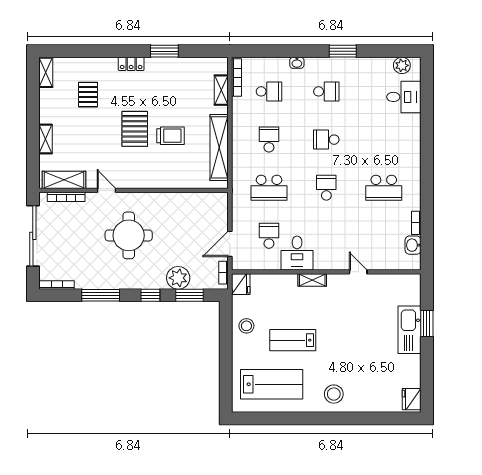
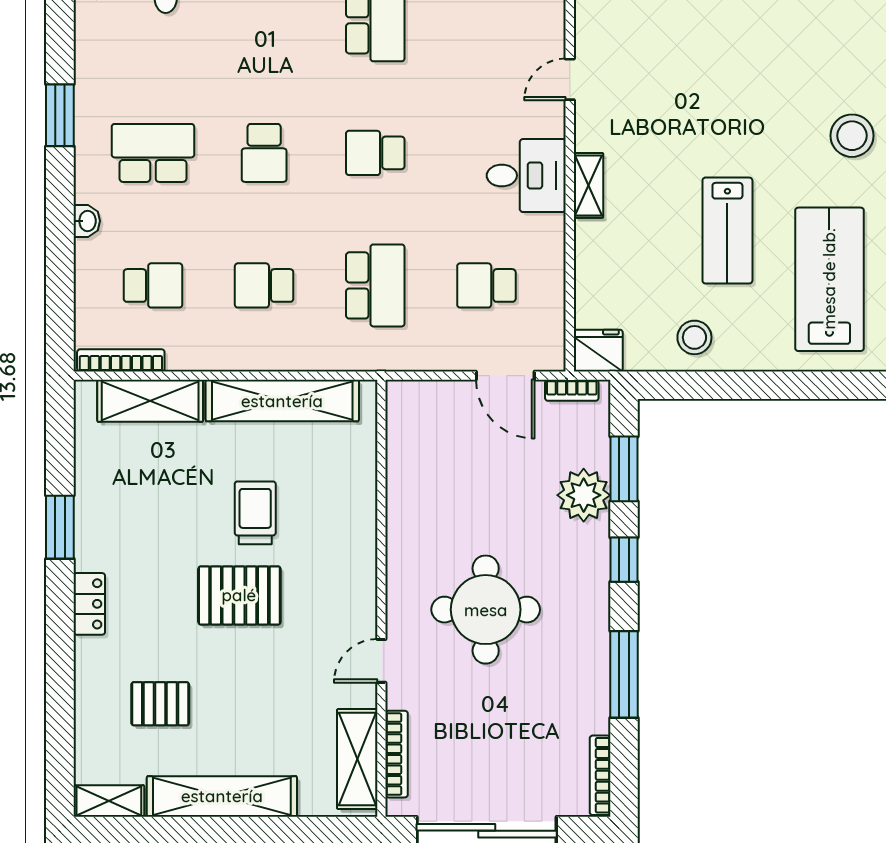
shelving: (221, 90) -> (150, 401), width x1.50, depth x1.33
school desk: (269, 91) -> (153, 285), turned 90
school desk: (326, 91) -> (153, 153), width x1.85
shelving: (46, 139) -> (222, 796), width x2.20, depth x1.33
desk: (297, 253) -> (526, 176), moved

